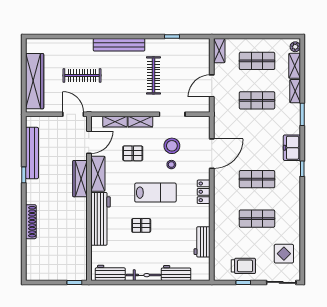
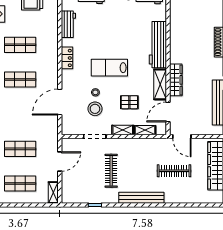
locker: (204, 192) -> (67, 58), moved
pallet: (141, 225) -> (122, 39), removed

